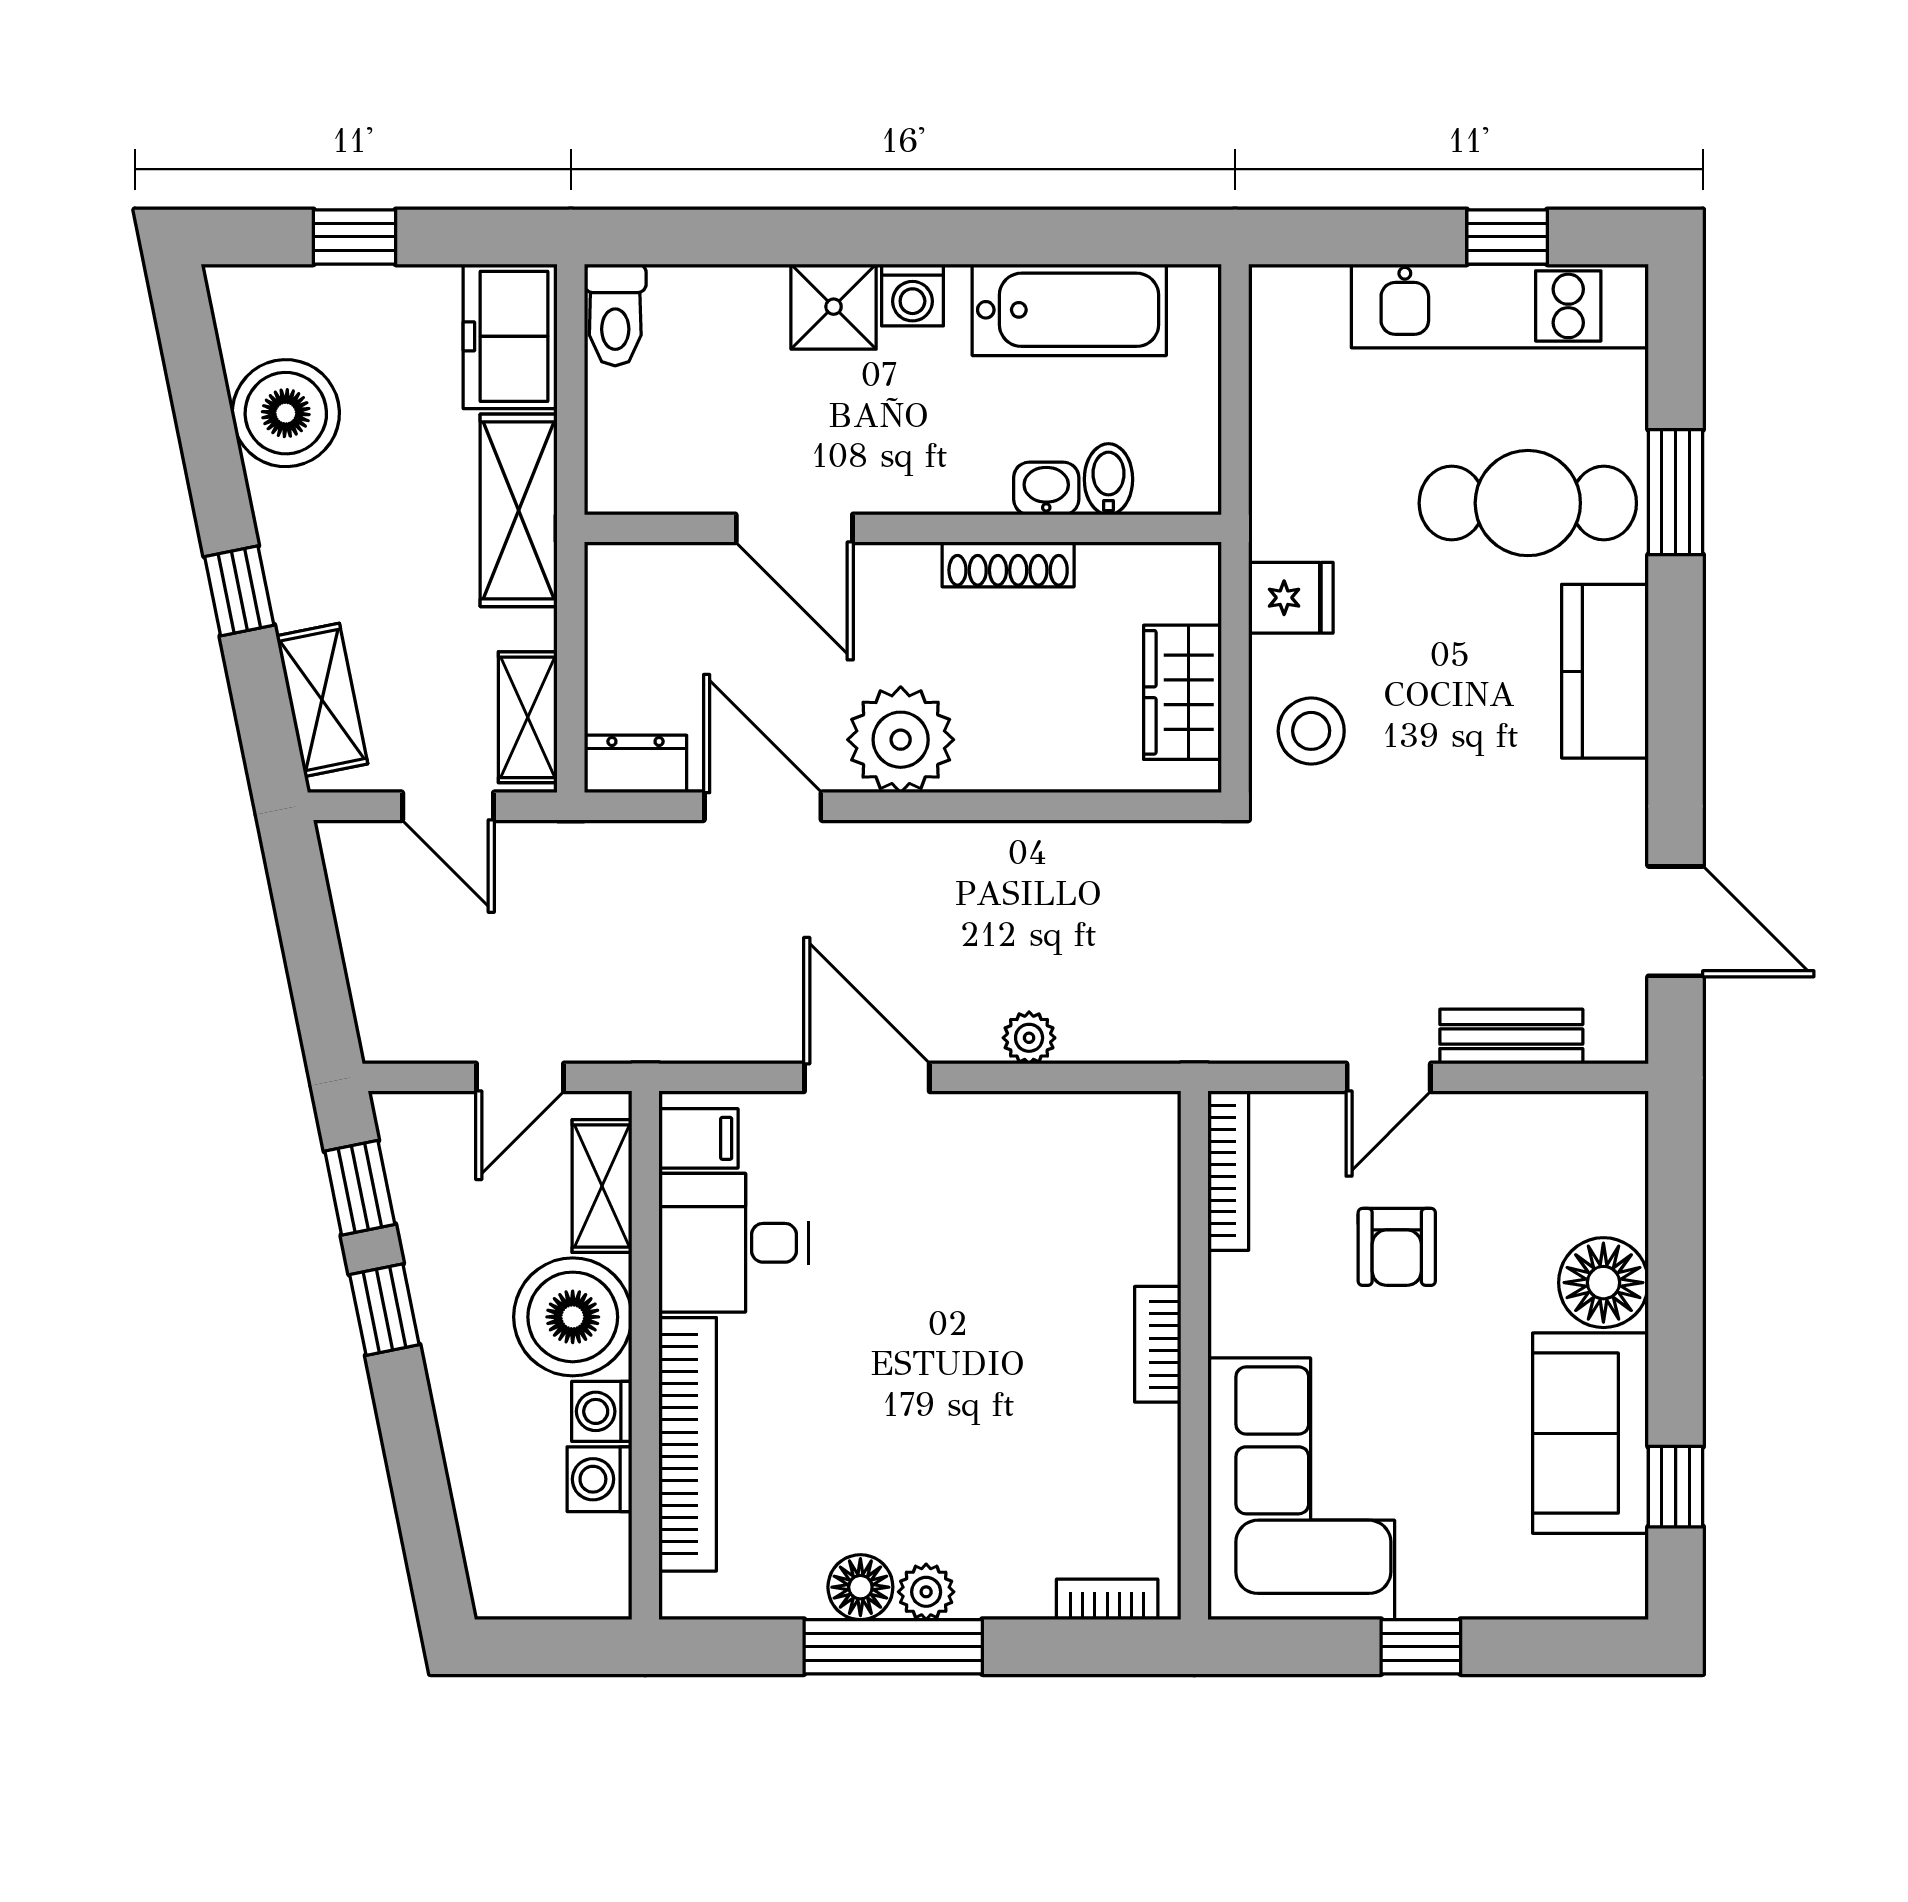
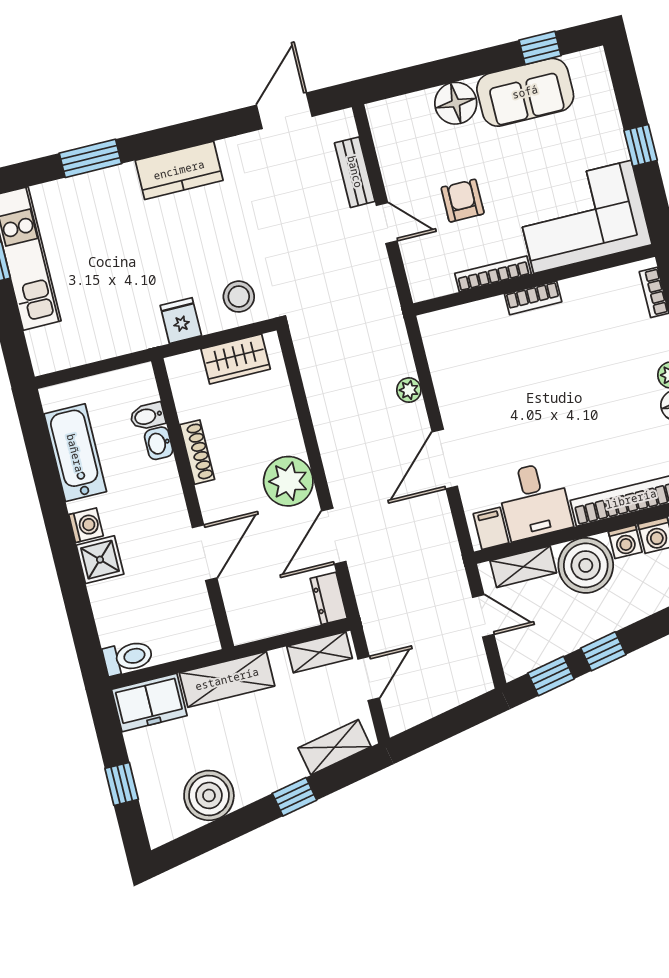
cafe table: (1528, 503) -> (112, 224), removed
bookcase: (1228, 1171) -> (493, 274), moved
armchair: (1397, 1247) -> (463, 201), turned -90

